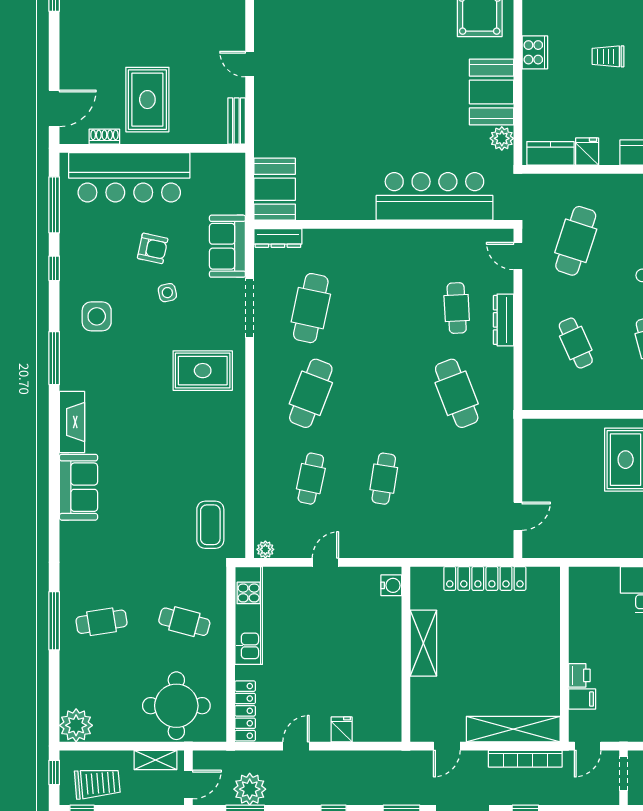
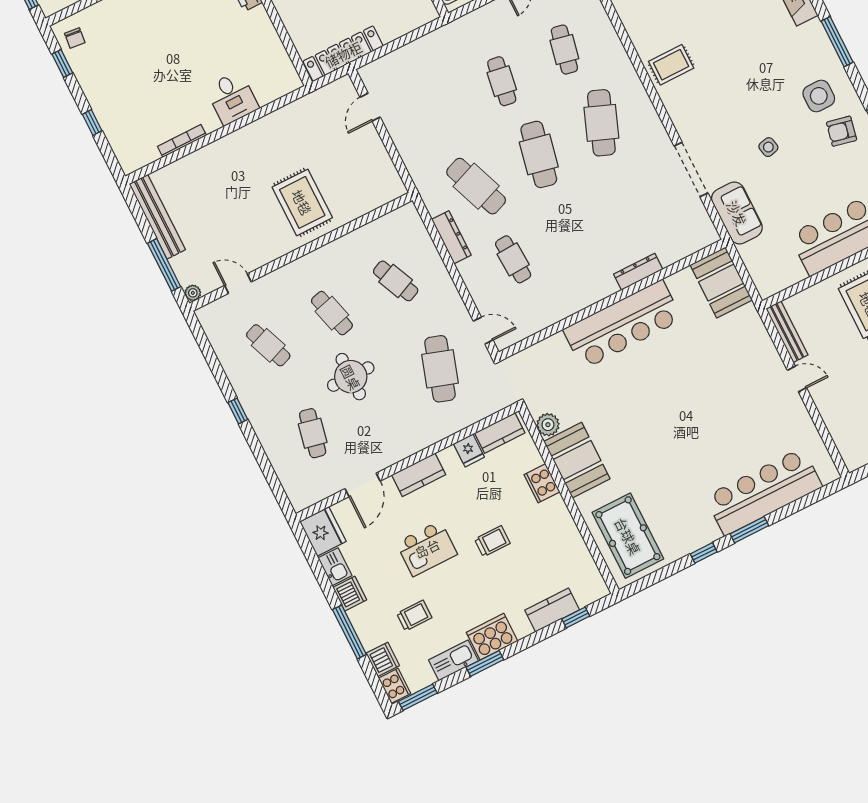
cooker: (535, 52) -> (542, 483), moved
bench: (237, 121) -> (787, 332), width x1.36
bar counter: (434, 196) -> (623, 324), moved
dresser: (278, 238) -> (638, 272), moved
armchair: (153, 248) -> (842, 131), moved
cafe table: (311, 308) -> (539, 154), moved
dresser: (504, 320) -> (451, 237), moved
rug: (203, 371) -> (671, 65), moved, width x0.73, depth x0.70
locker: (485, 578) -> (343, 54), moved

